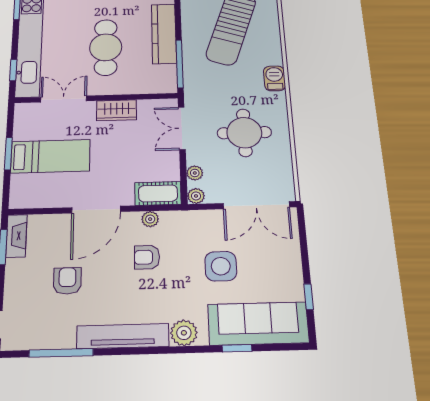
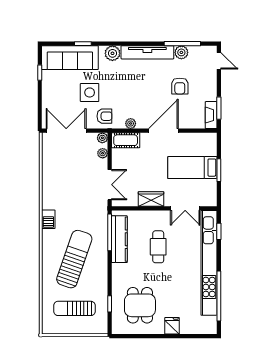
kitchen counter: (164, 34) -> (119, 239), moved
cafe table: (106, 47) -> (158, 247), width x0.73, depth x0.74
round table: (244, 133) -> (70, 180), removed
armchair: (147, 257) -> (104, 116), moved
plant: (63, 338) -> (181, 52), added

